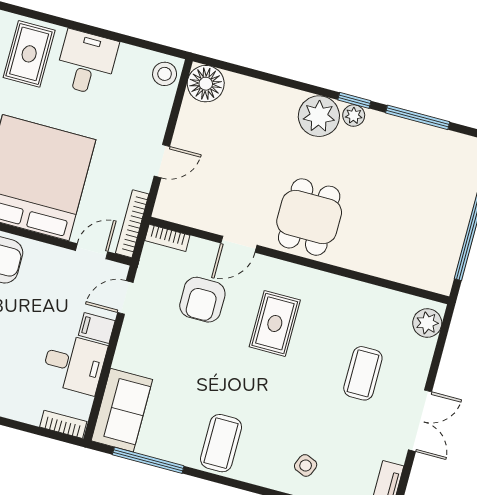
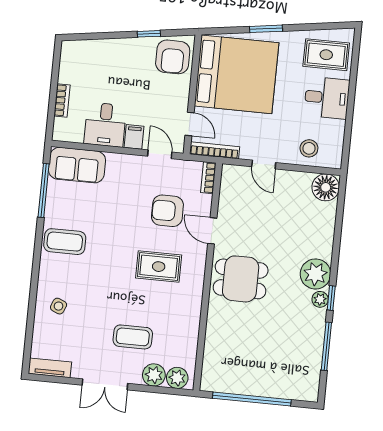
stool: (165, 74) -> (309, 148), moved
plant: (418, 353) -> (154, 375), added
bookcase: (63, 424) -> (62, 100), moved

